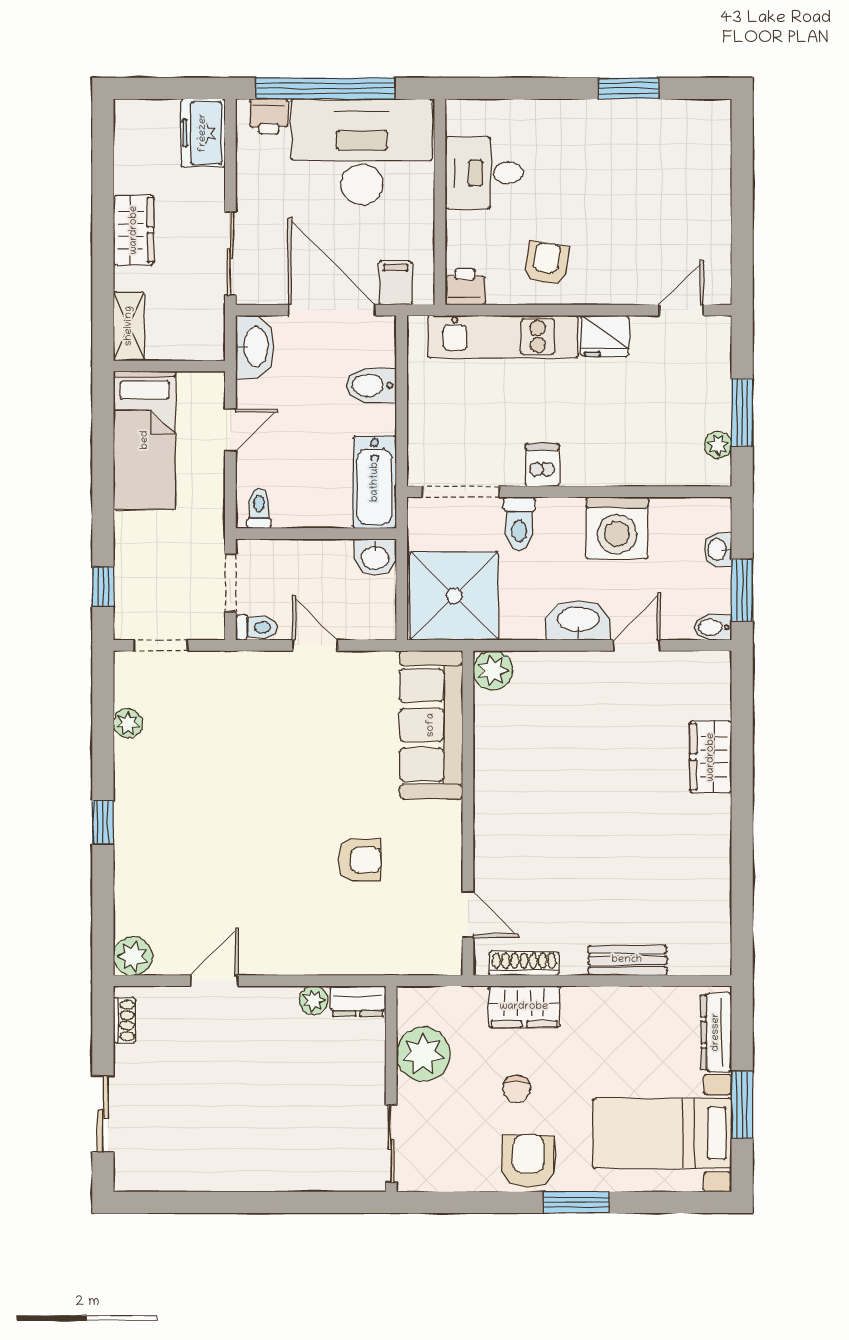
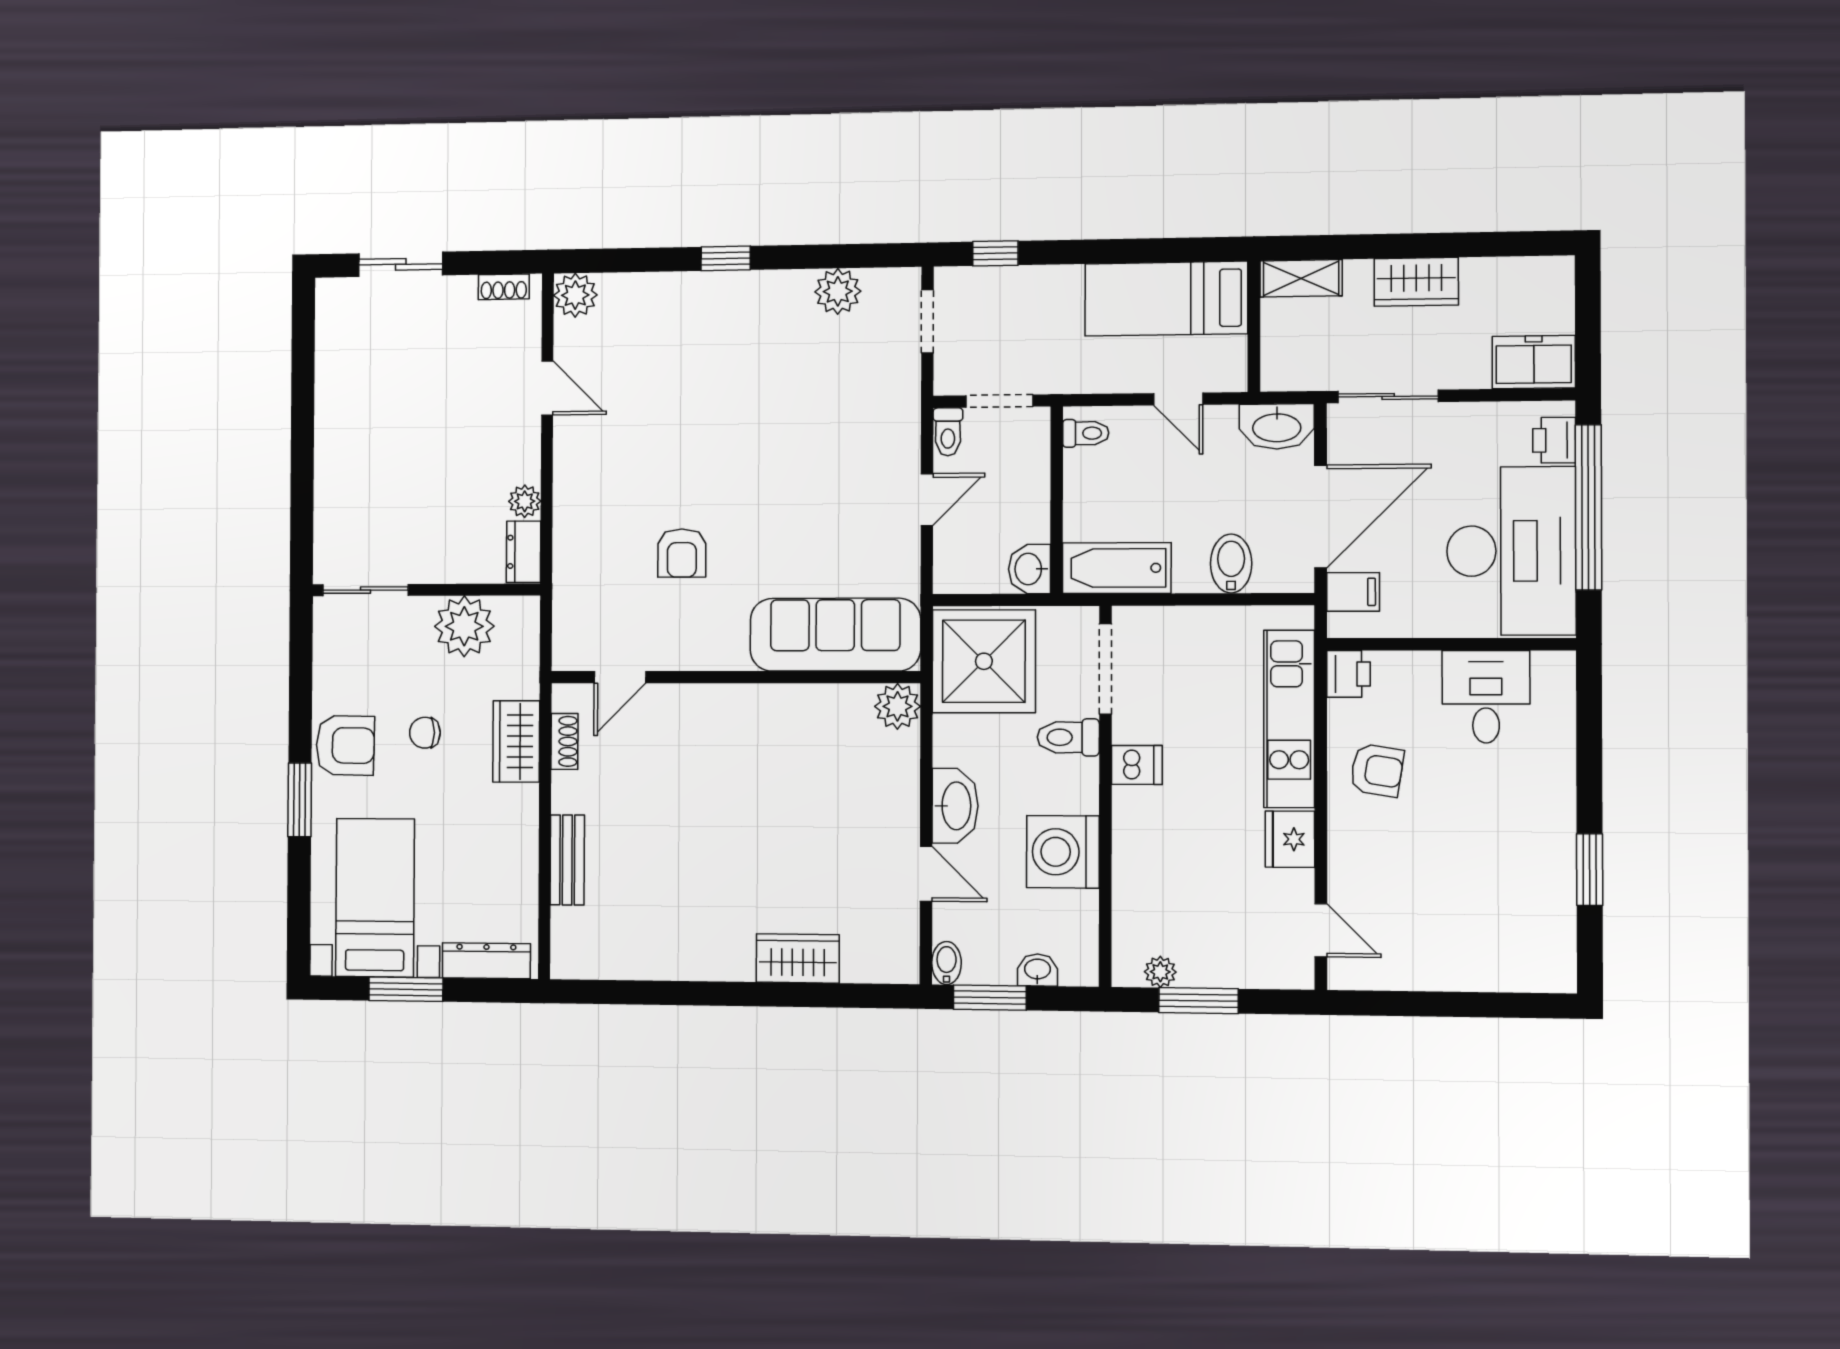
plant: (128, 724) -> (838, 291), width x1.38, depth x1.38
shoe rack: (524, 964) -> (564, 741), width x0.70

